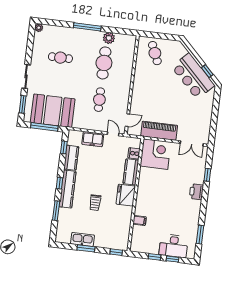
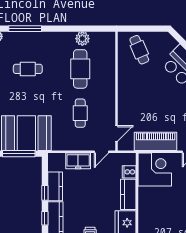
window: (87, 27) -> (25, 29), moved
door: (113, 134) -> (101, 152), swing flipped
window: (64, 147) -> (45, 193), moved

